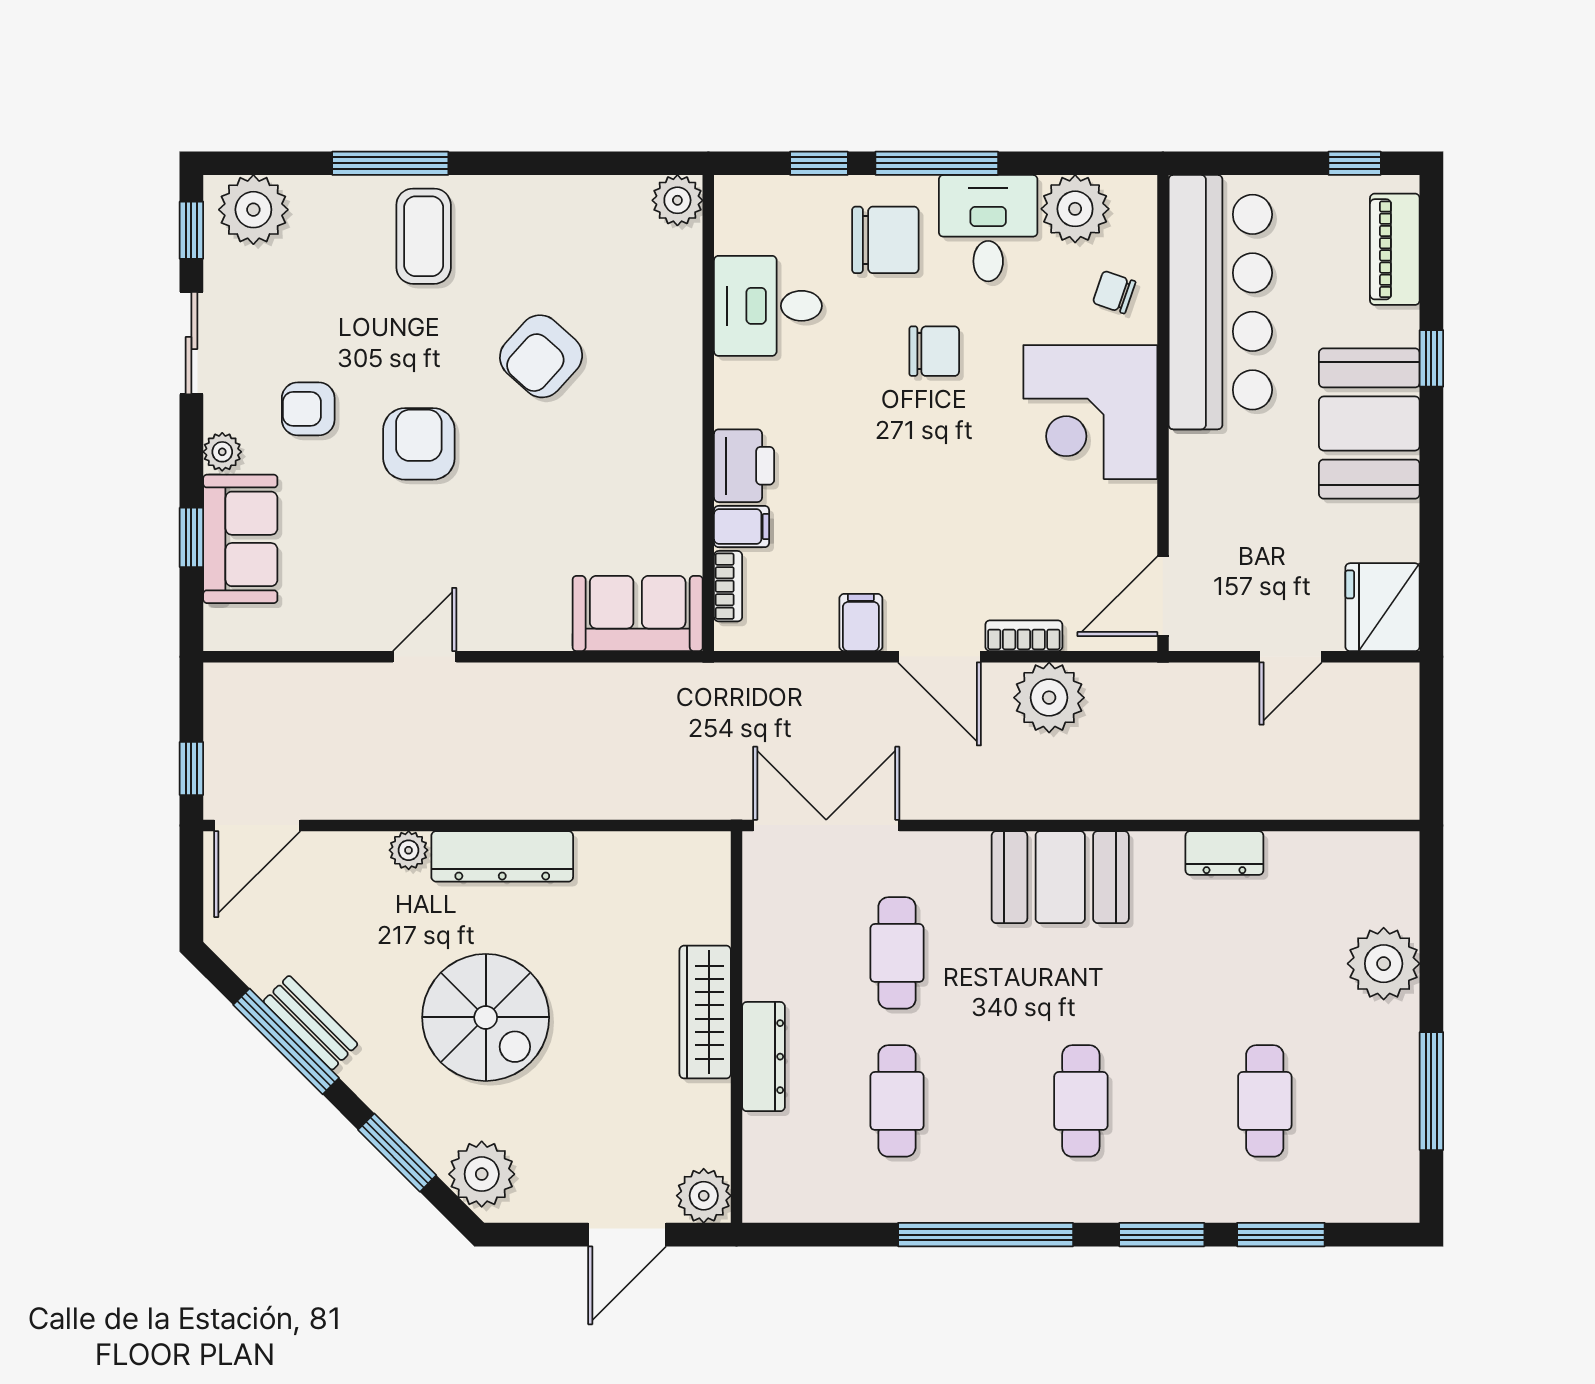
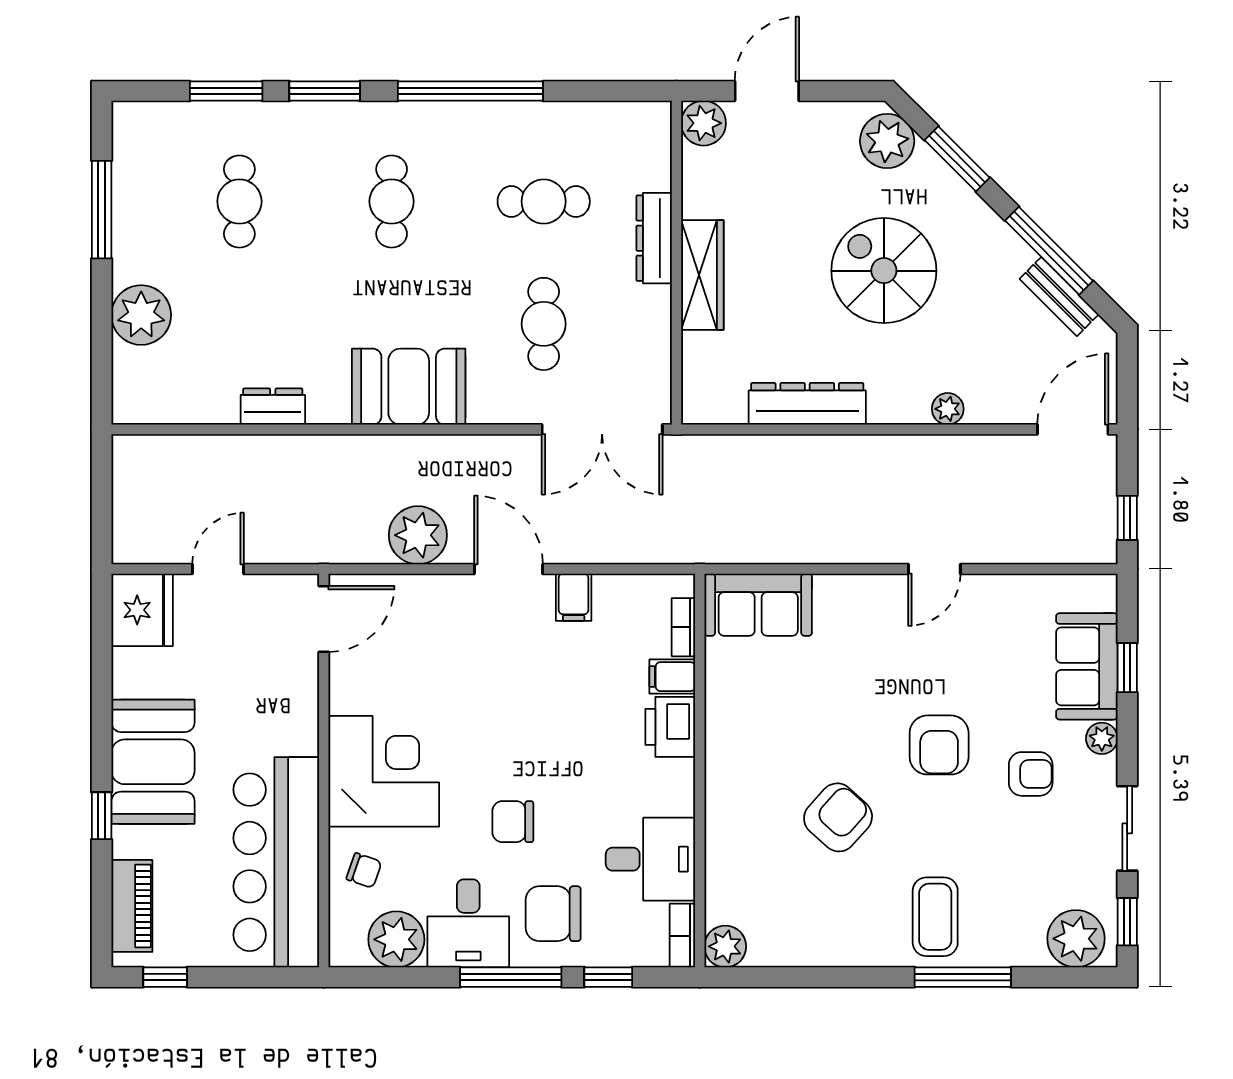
bookcase: (1024, 636) -> (682, 936), moved, turned 90
window: (191, 769) -> (1127, 518), moved
dresser: (502, 856) -> (807, 404), moved
bench: (311, 1023) -> (1059, 297), moved
cafe table: (897, 1101) -> (544, 201), turned 90

